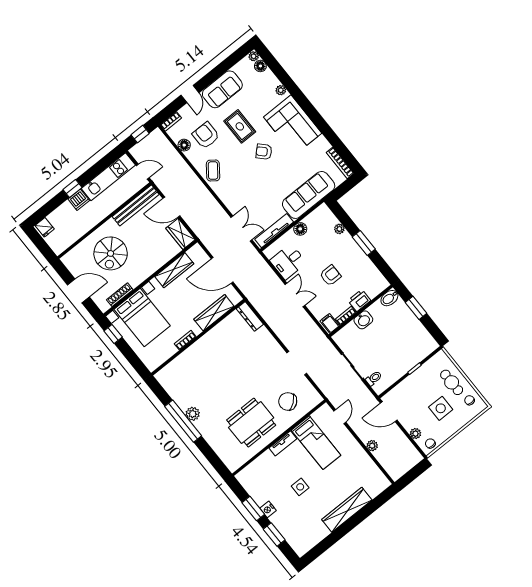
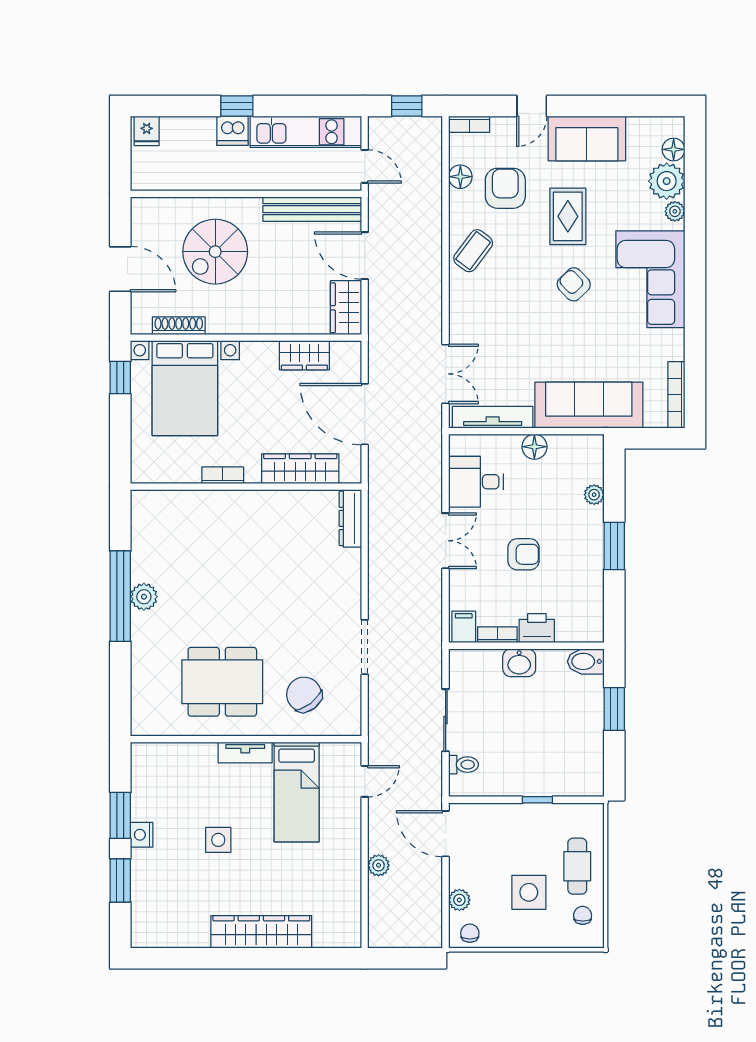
plant: (254, 56) -> (667, 181), moved, width x1.88, depth x1.88
wardrobe: (174, 270) -> (304, 355), width x0.67

